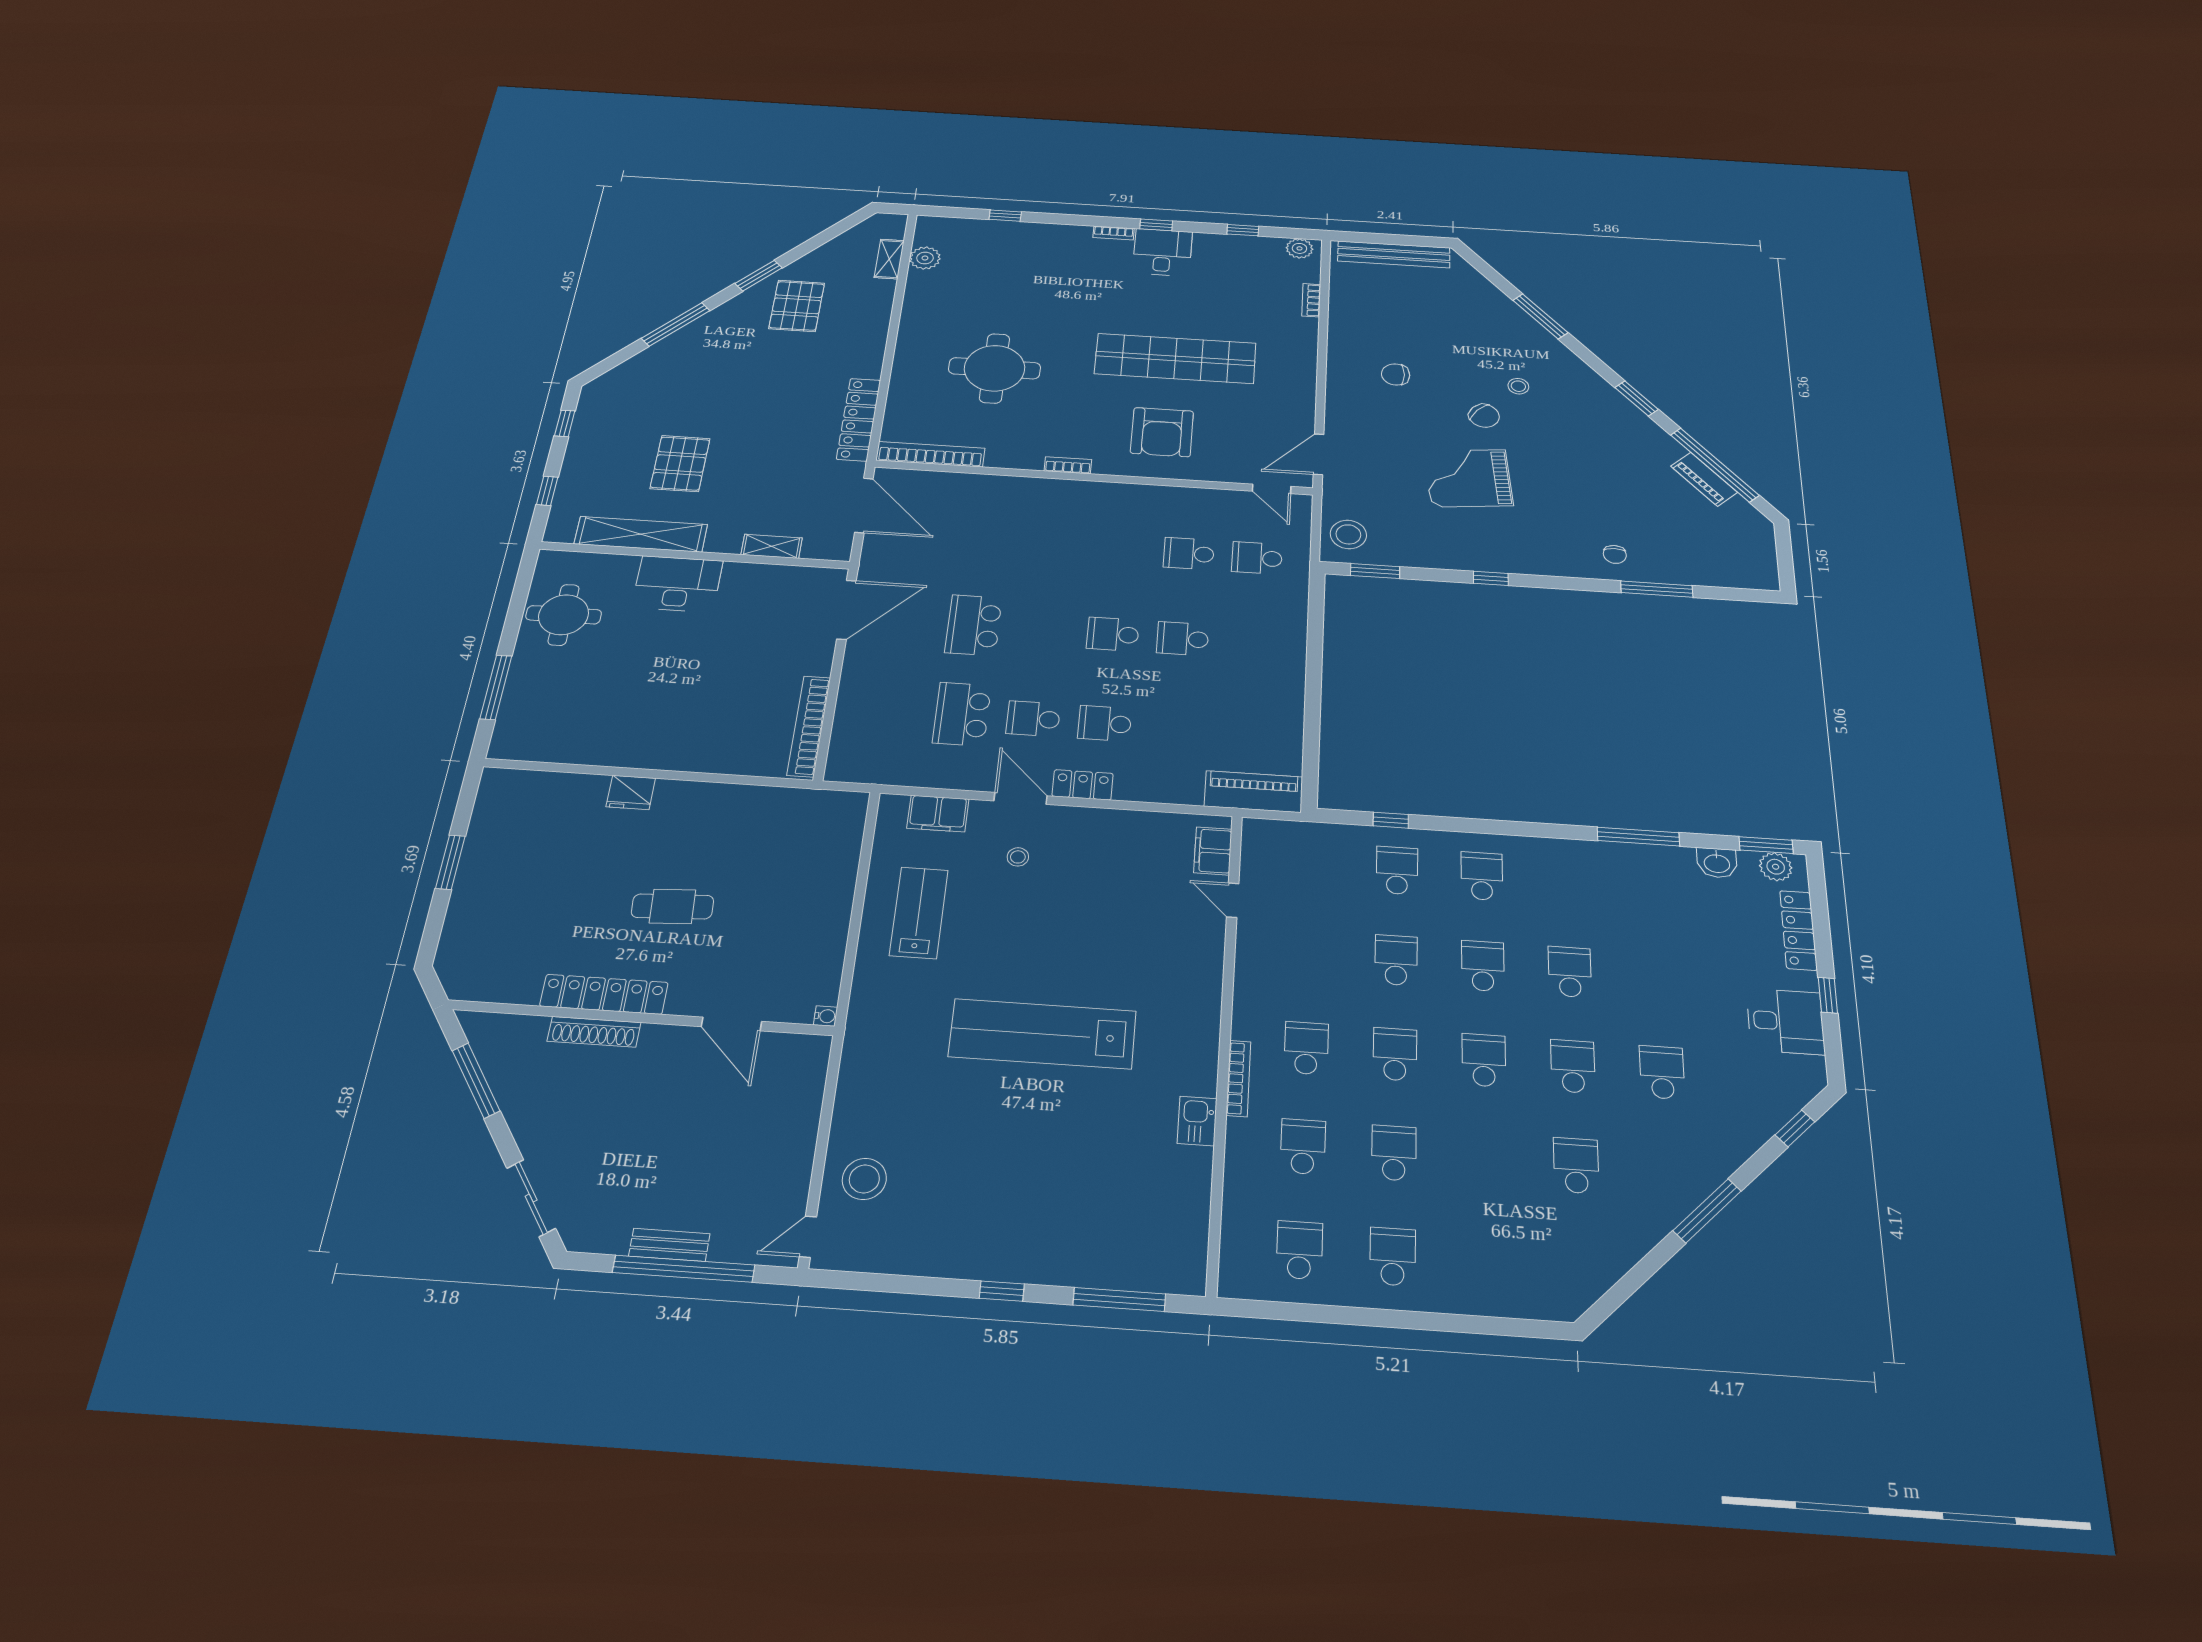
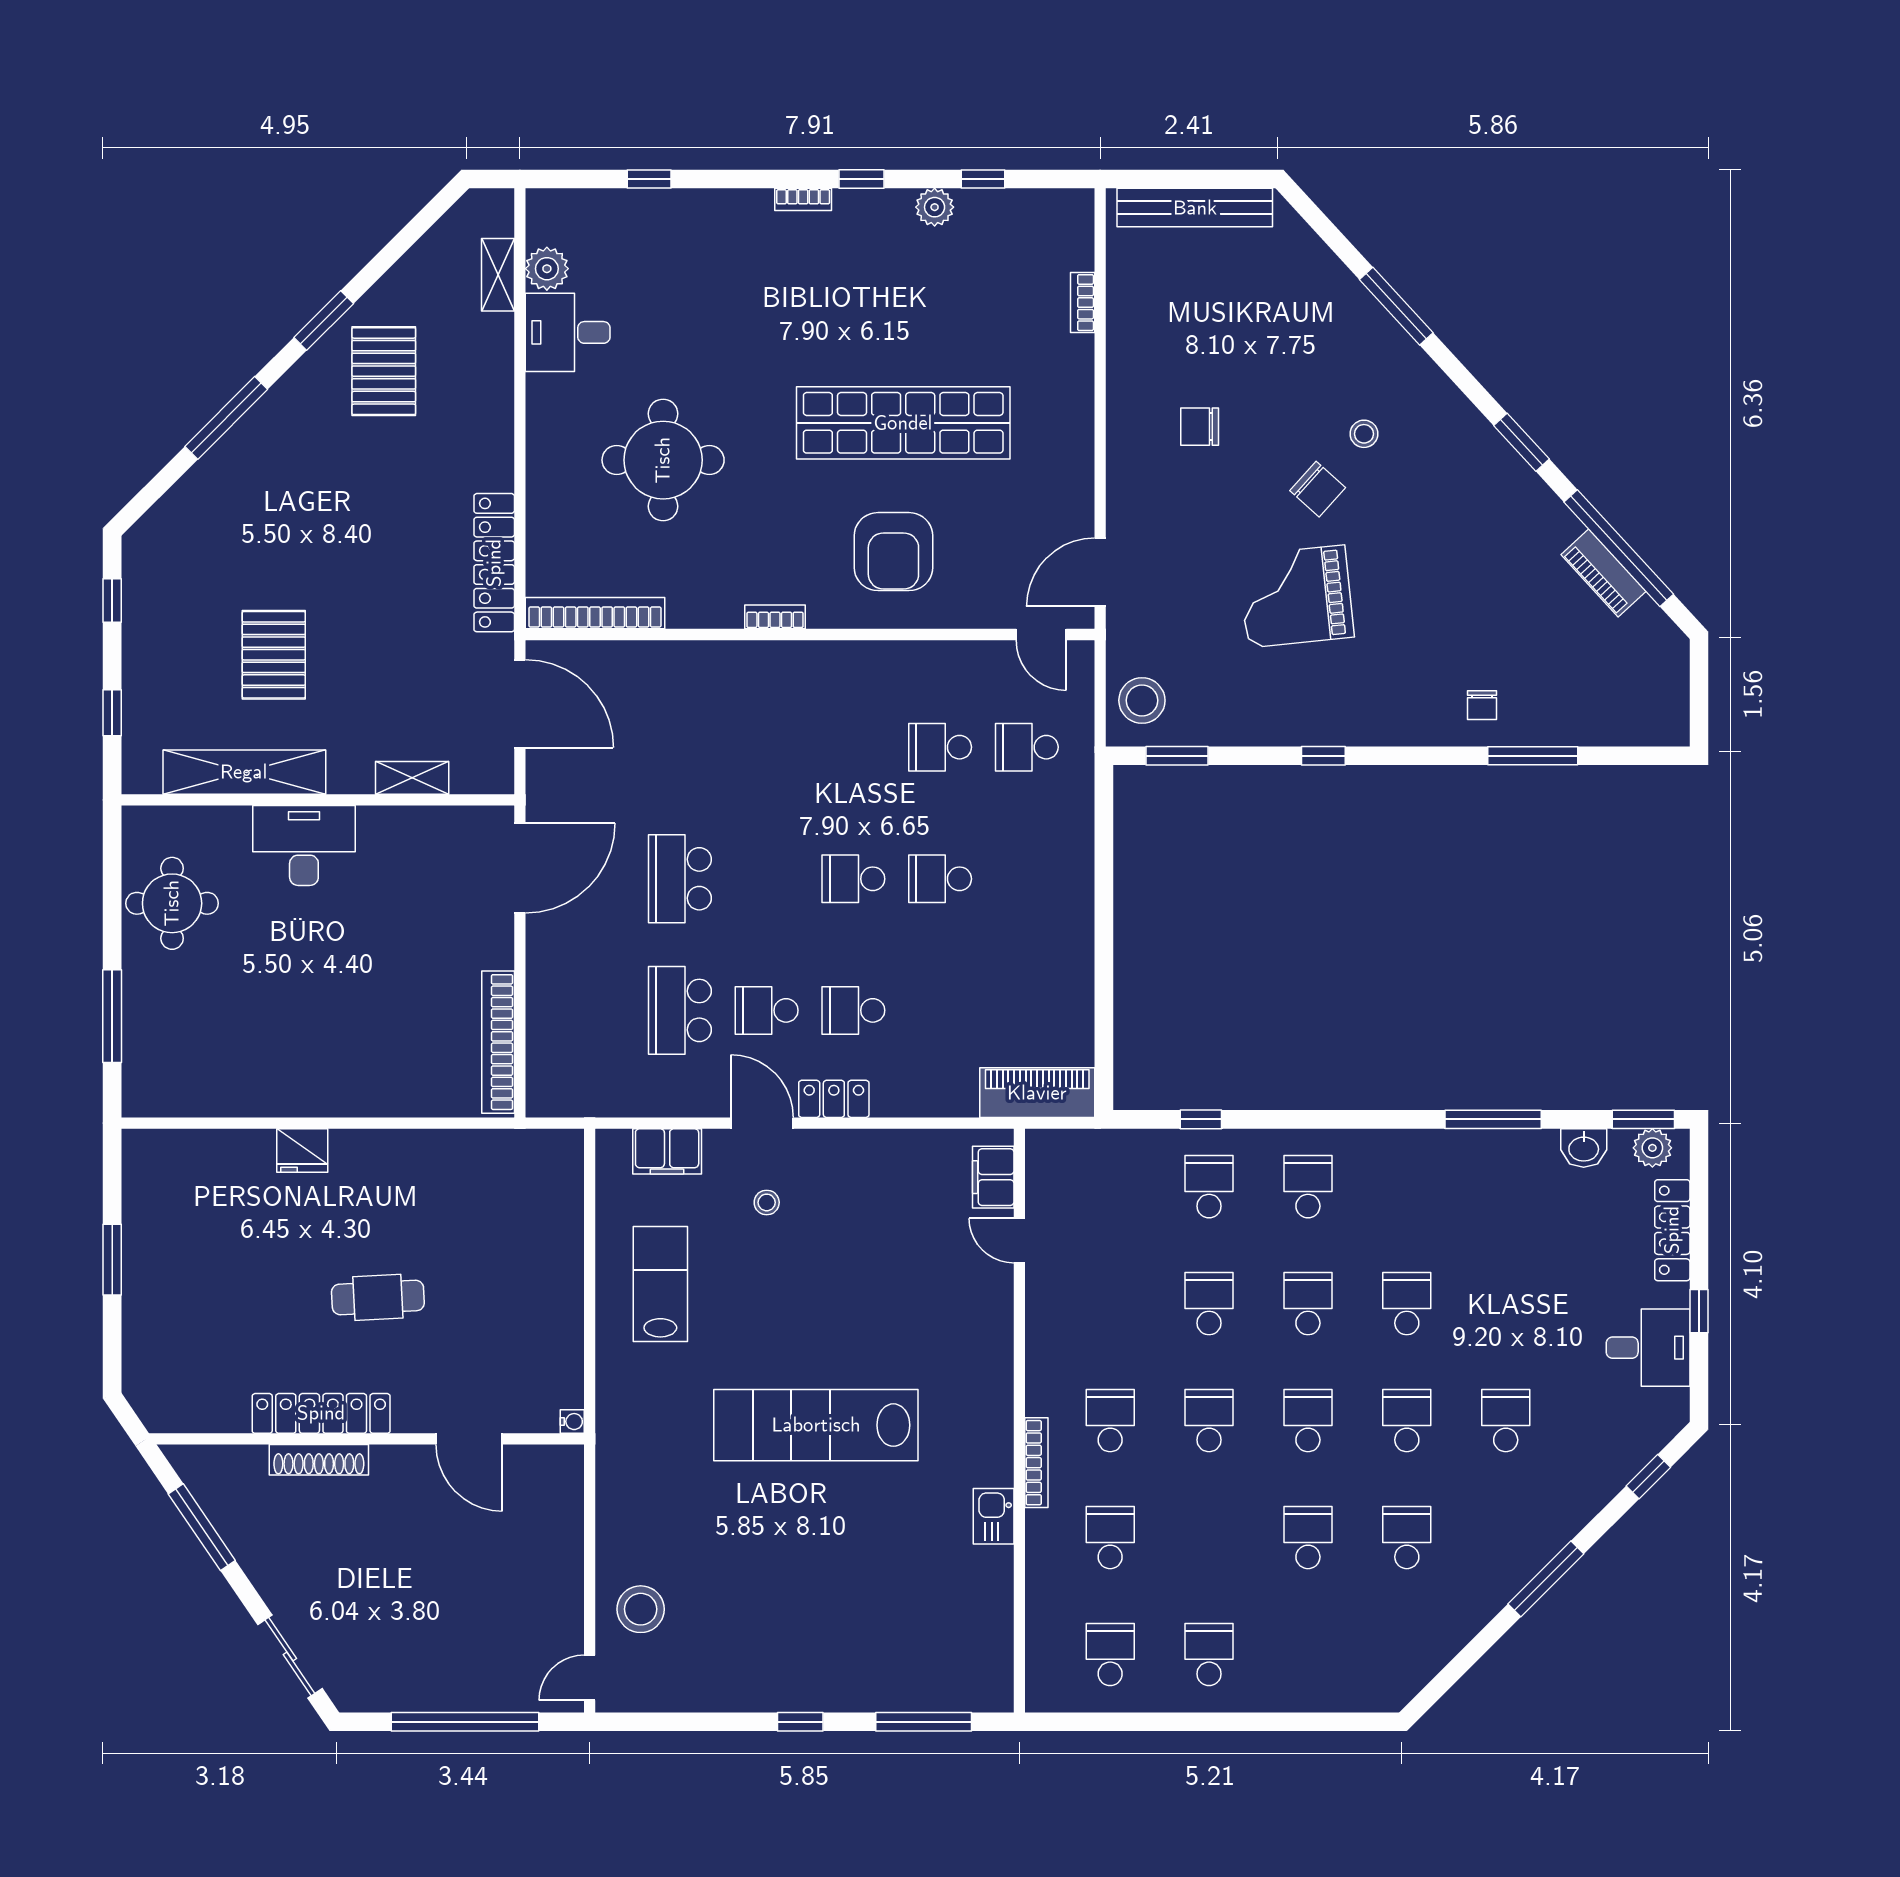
plant: (1299, 248) -> (935, 207), moved
desk: (1162, 252) -> (568, 332), moved, turned -90
school desk: (1394, 1153) -> (1308, 1538), moved
bench: (669, 1245) -> (445, 1697), removed

